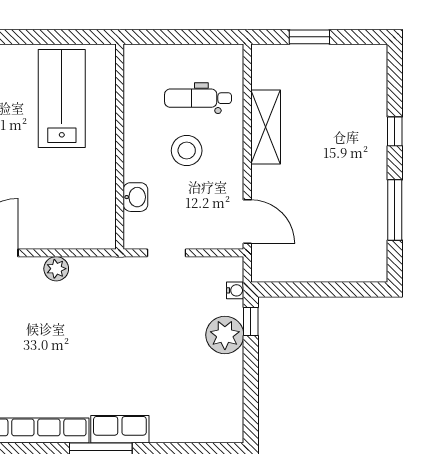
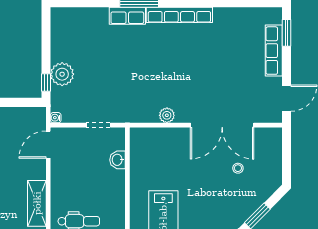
stool: (187, 151) -> (86, 189), removed
door: (247, 222) -> (48, 145), hinge flipped
water cooler: (235, 290) -> (56, 118), moved

